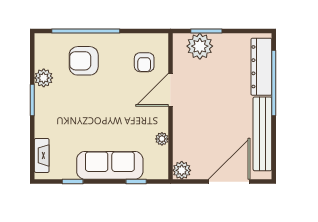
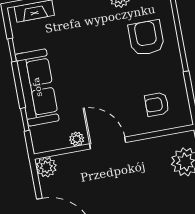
door: (170, 90) -> (108, 143), moved

